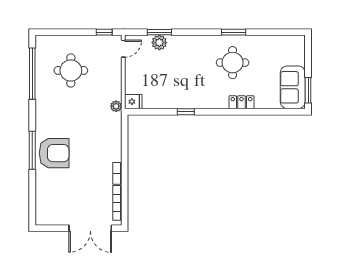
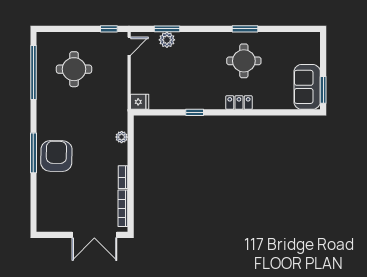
locker: (241, 102) -> (239, 103), moved
plant: (116, 106) -> (122, 137), moved
armchair: (54, 153) -> (56, 156), turned -89

